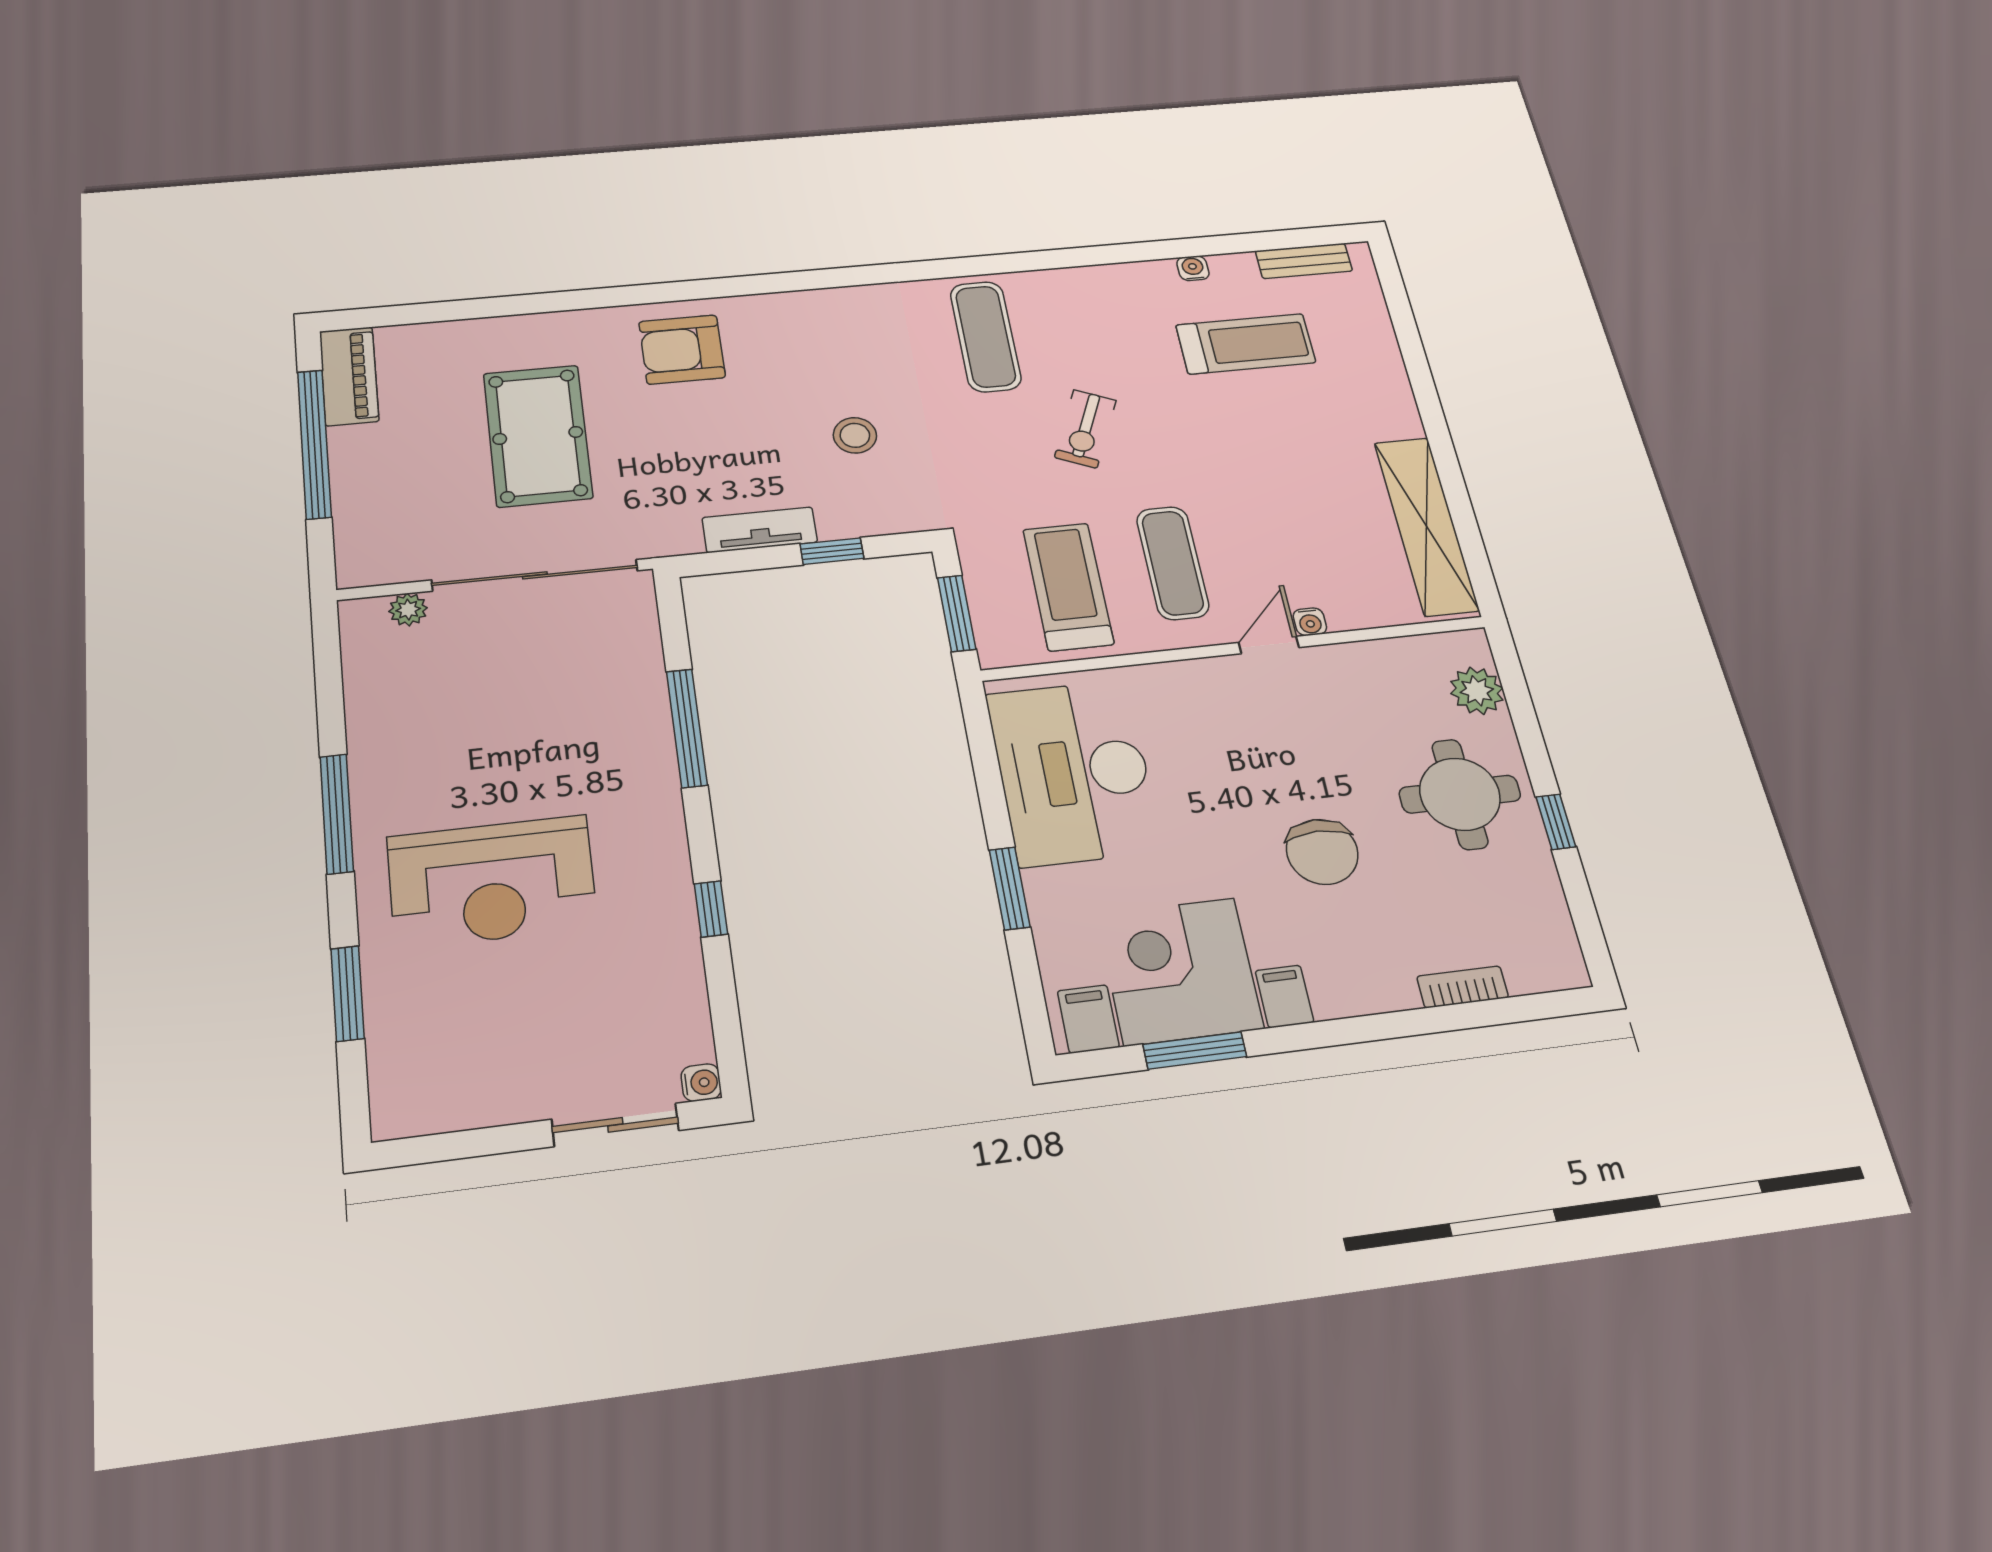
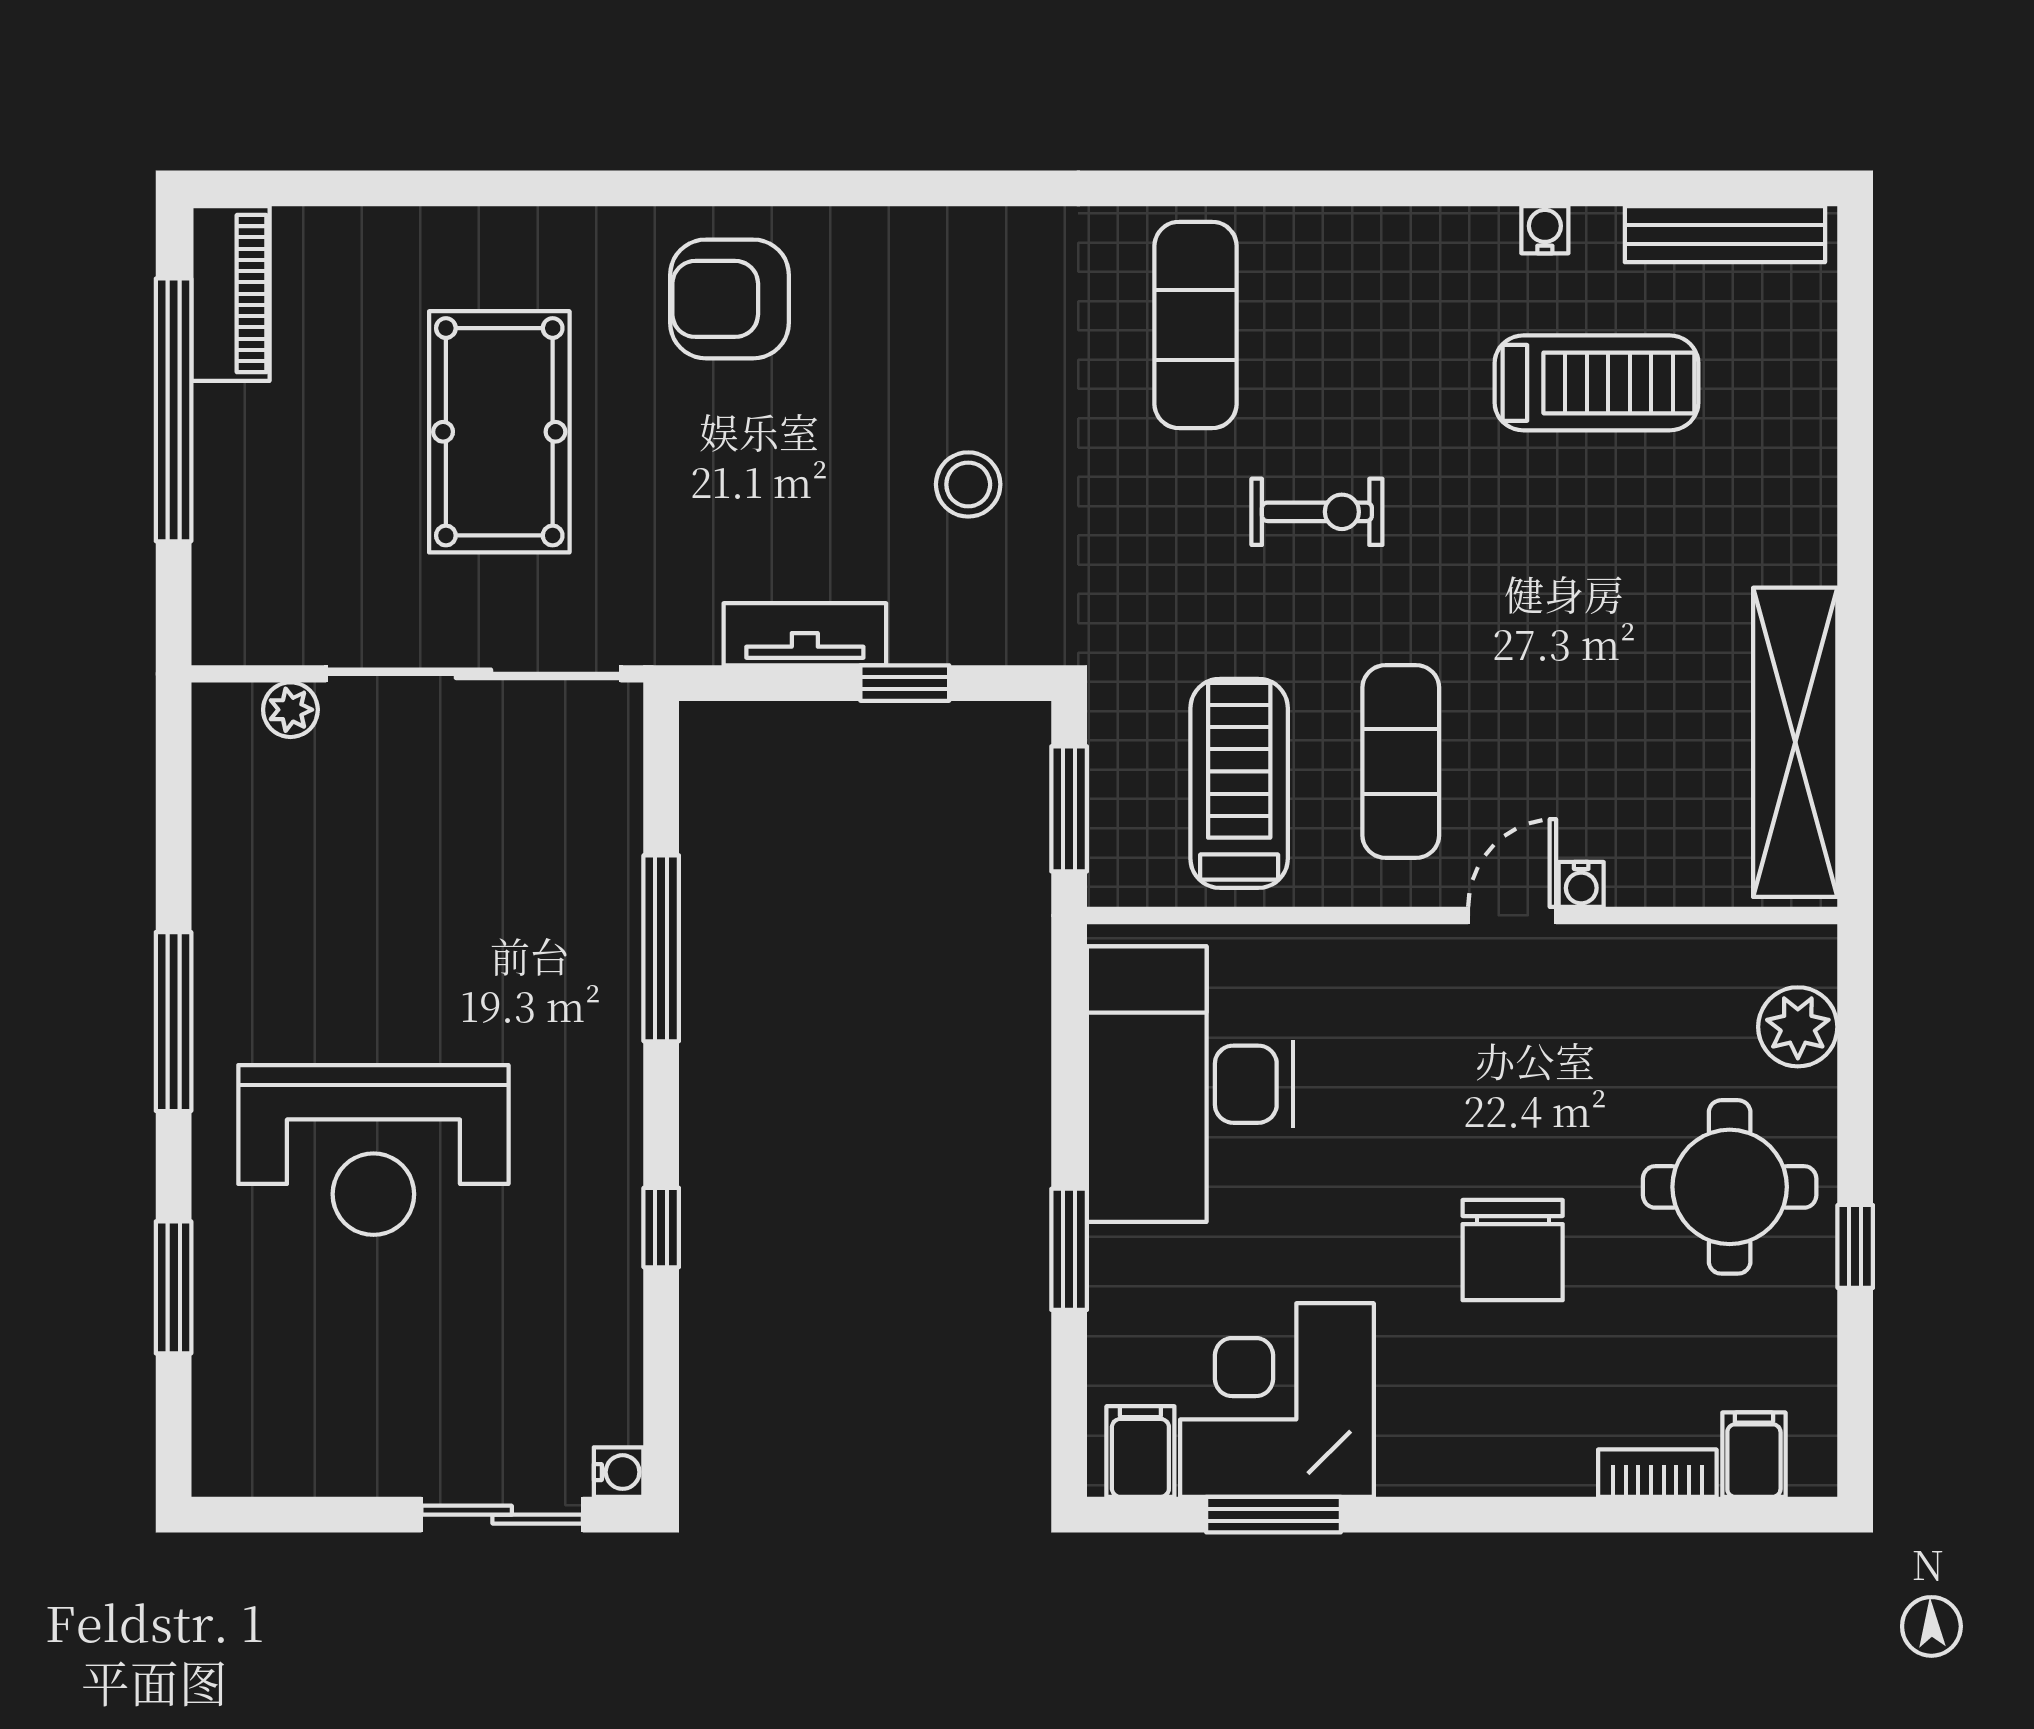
bench: (1304, 261) -> (1725, 234), width x1.36
exercise bike: (1085, 429) -> (1317, 512), turned -114
filing cabinet: (1284, 996) -> (1754, 1455), moved

